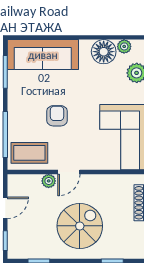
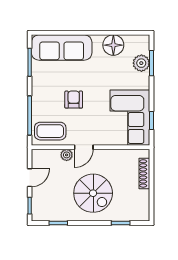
plant: (124, 46) -> (131, 41), removed
spiral stairs: (80, 226) -> (93, 193), turned 90

